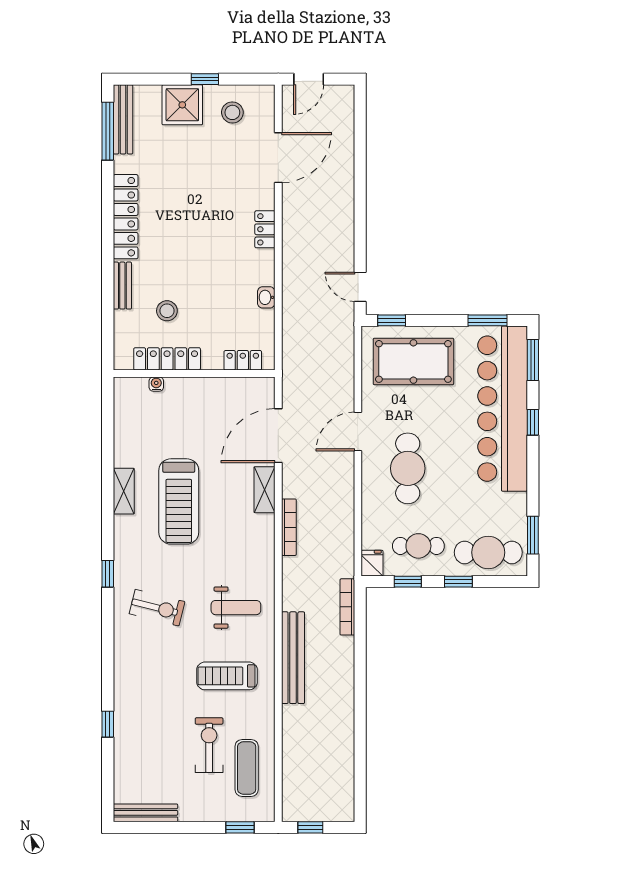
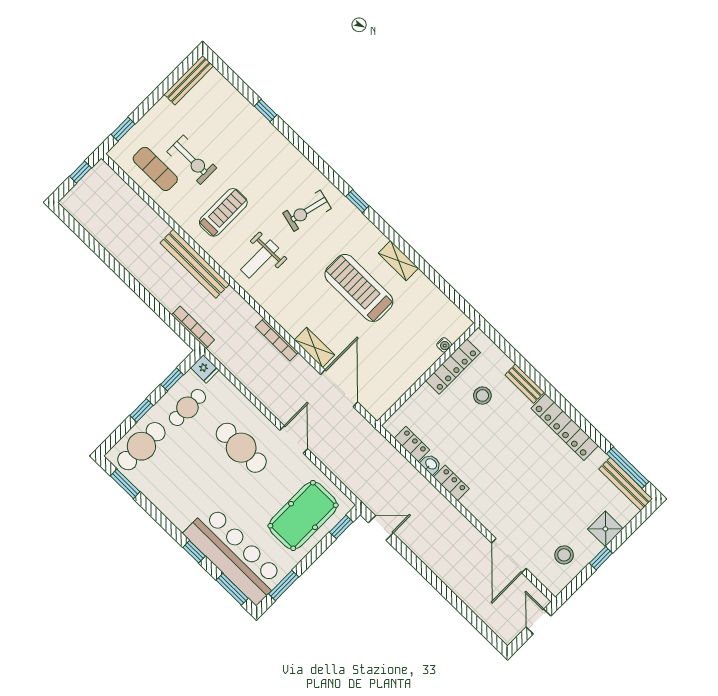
shower: (182, 105) -> (605, 529), width x0.73, depth x0.73
locker: (265, 229) -> (451, 483), moved
locker: (243, 360) -> (412, 444), moved, turned -90
bar counter: (503, 409) -> (234, 555), width x0.73

